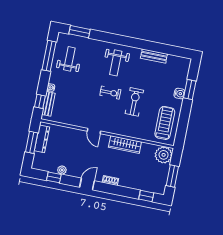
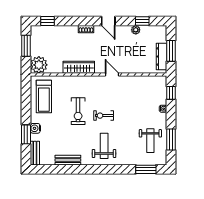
window: (49, 56) -> (171, 139), width x0.69
bench: (48, 104) -> (35, 153), moved
door: (87, 184) -> (108, 21), hinge flipped

